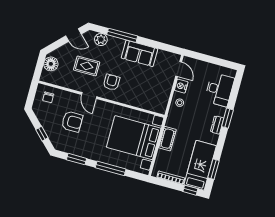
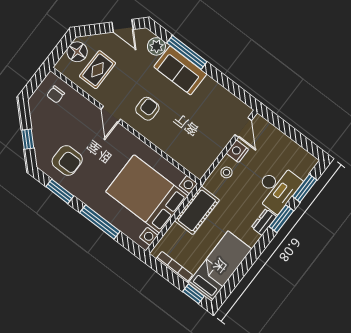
sofa: (139, 53) -> (180, 70), moved
rug: (87, 66) -> (98, 70), moved, turned 90
desk: (219, 90) -> (277, 188), moved
armchair: (72, 122) -> (67, 160), moved
cot: (167, 139) -> (197, 210), width x1.37, depth x1.34
window: (214, 169) -> (305, 188), moved

